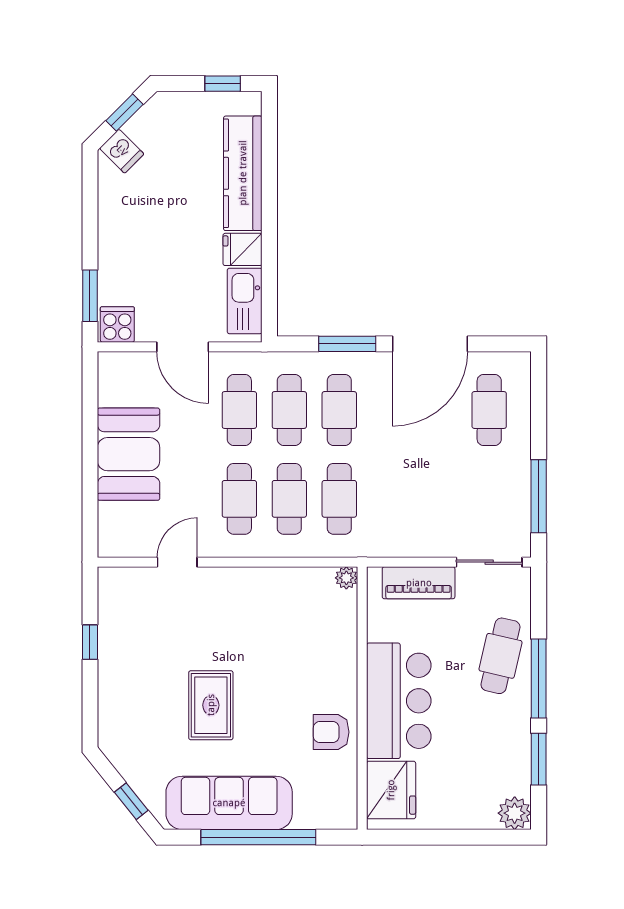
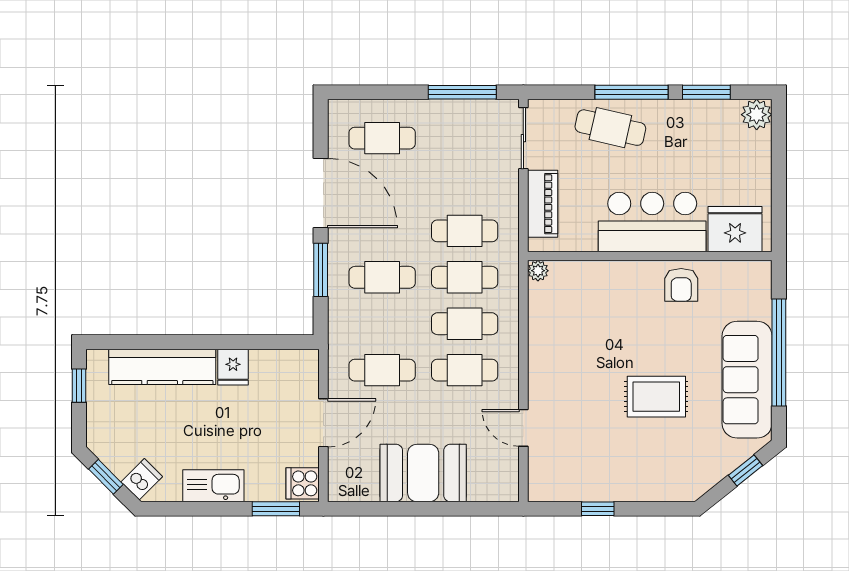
kitchen sink: (245, 301) -> (213, 486), moved, turned 180
cafe table: (289, 410) -> (465, 231), moved

